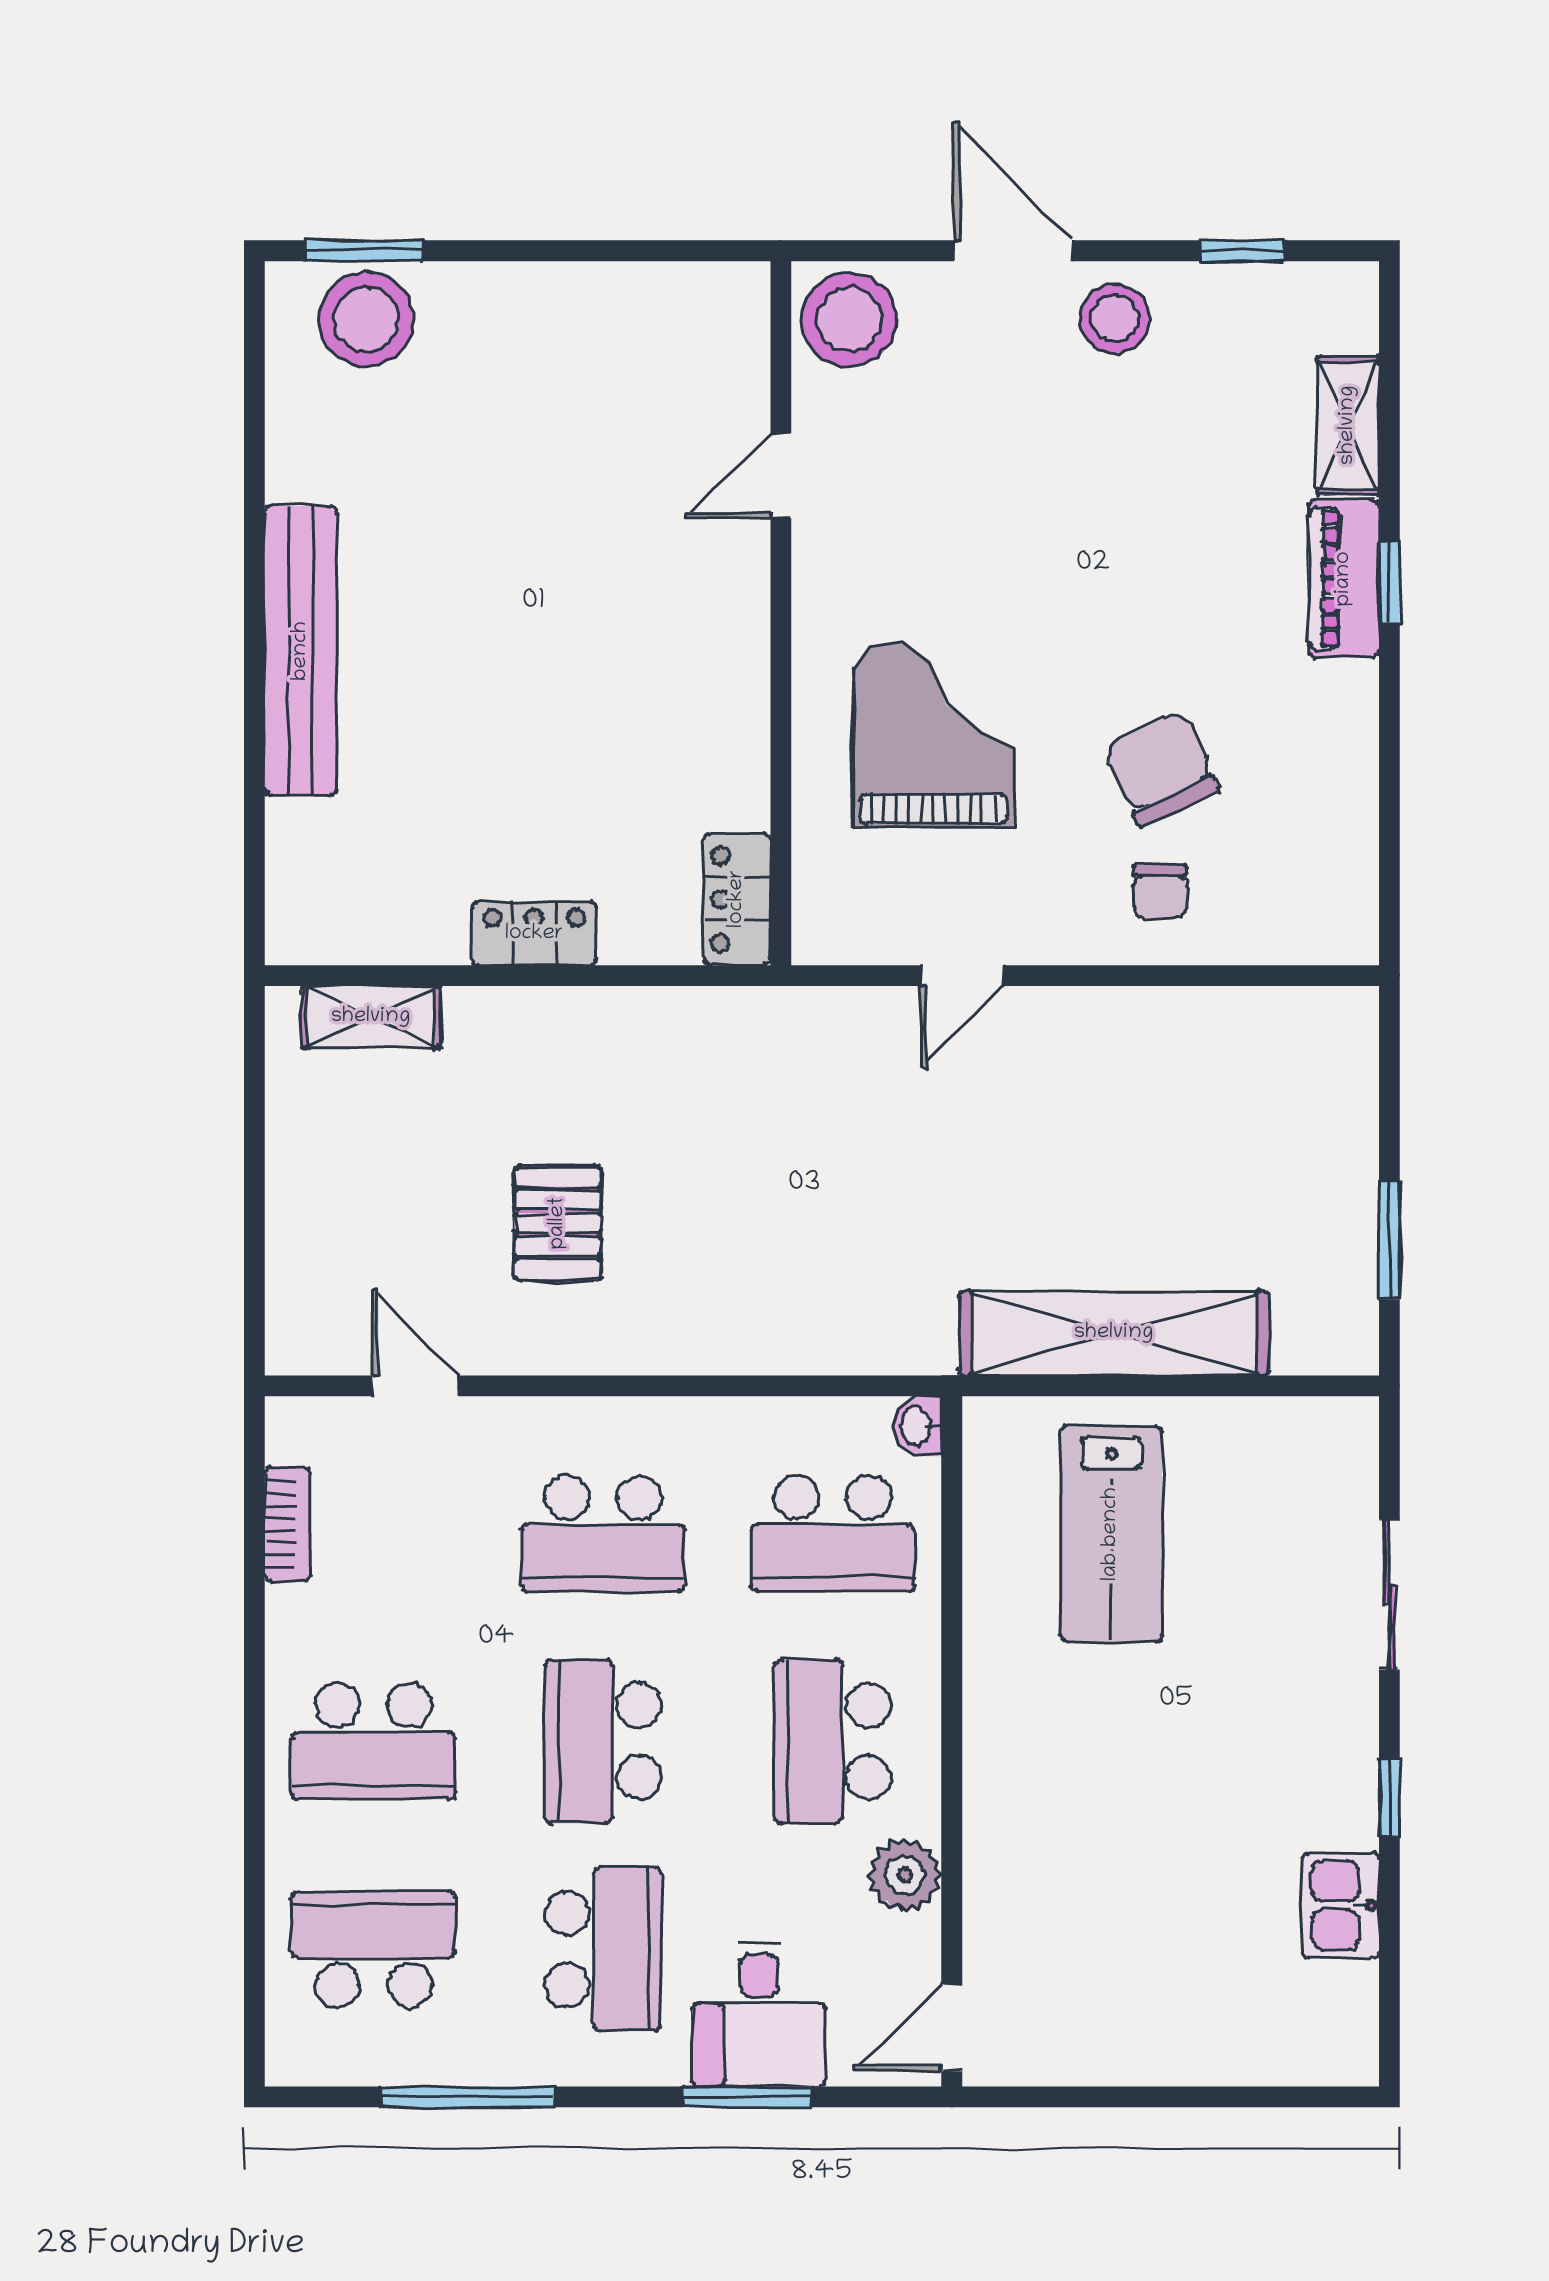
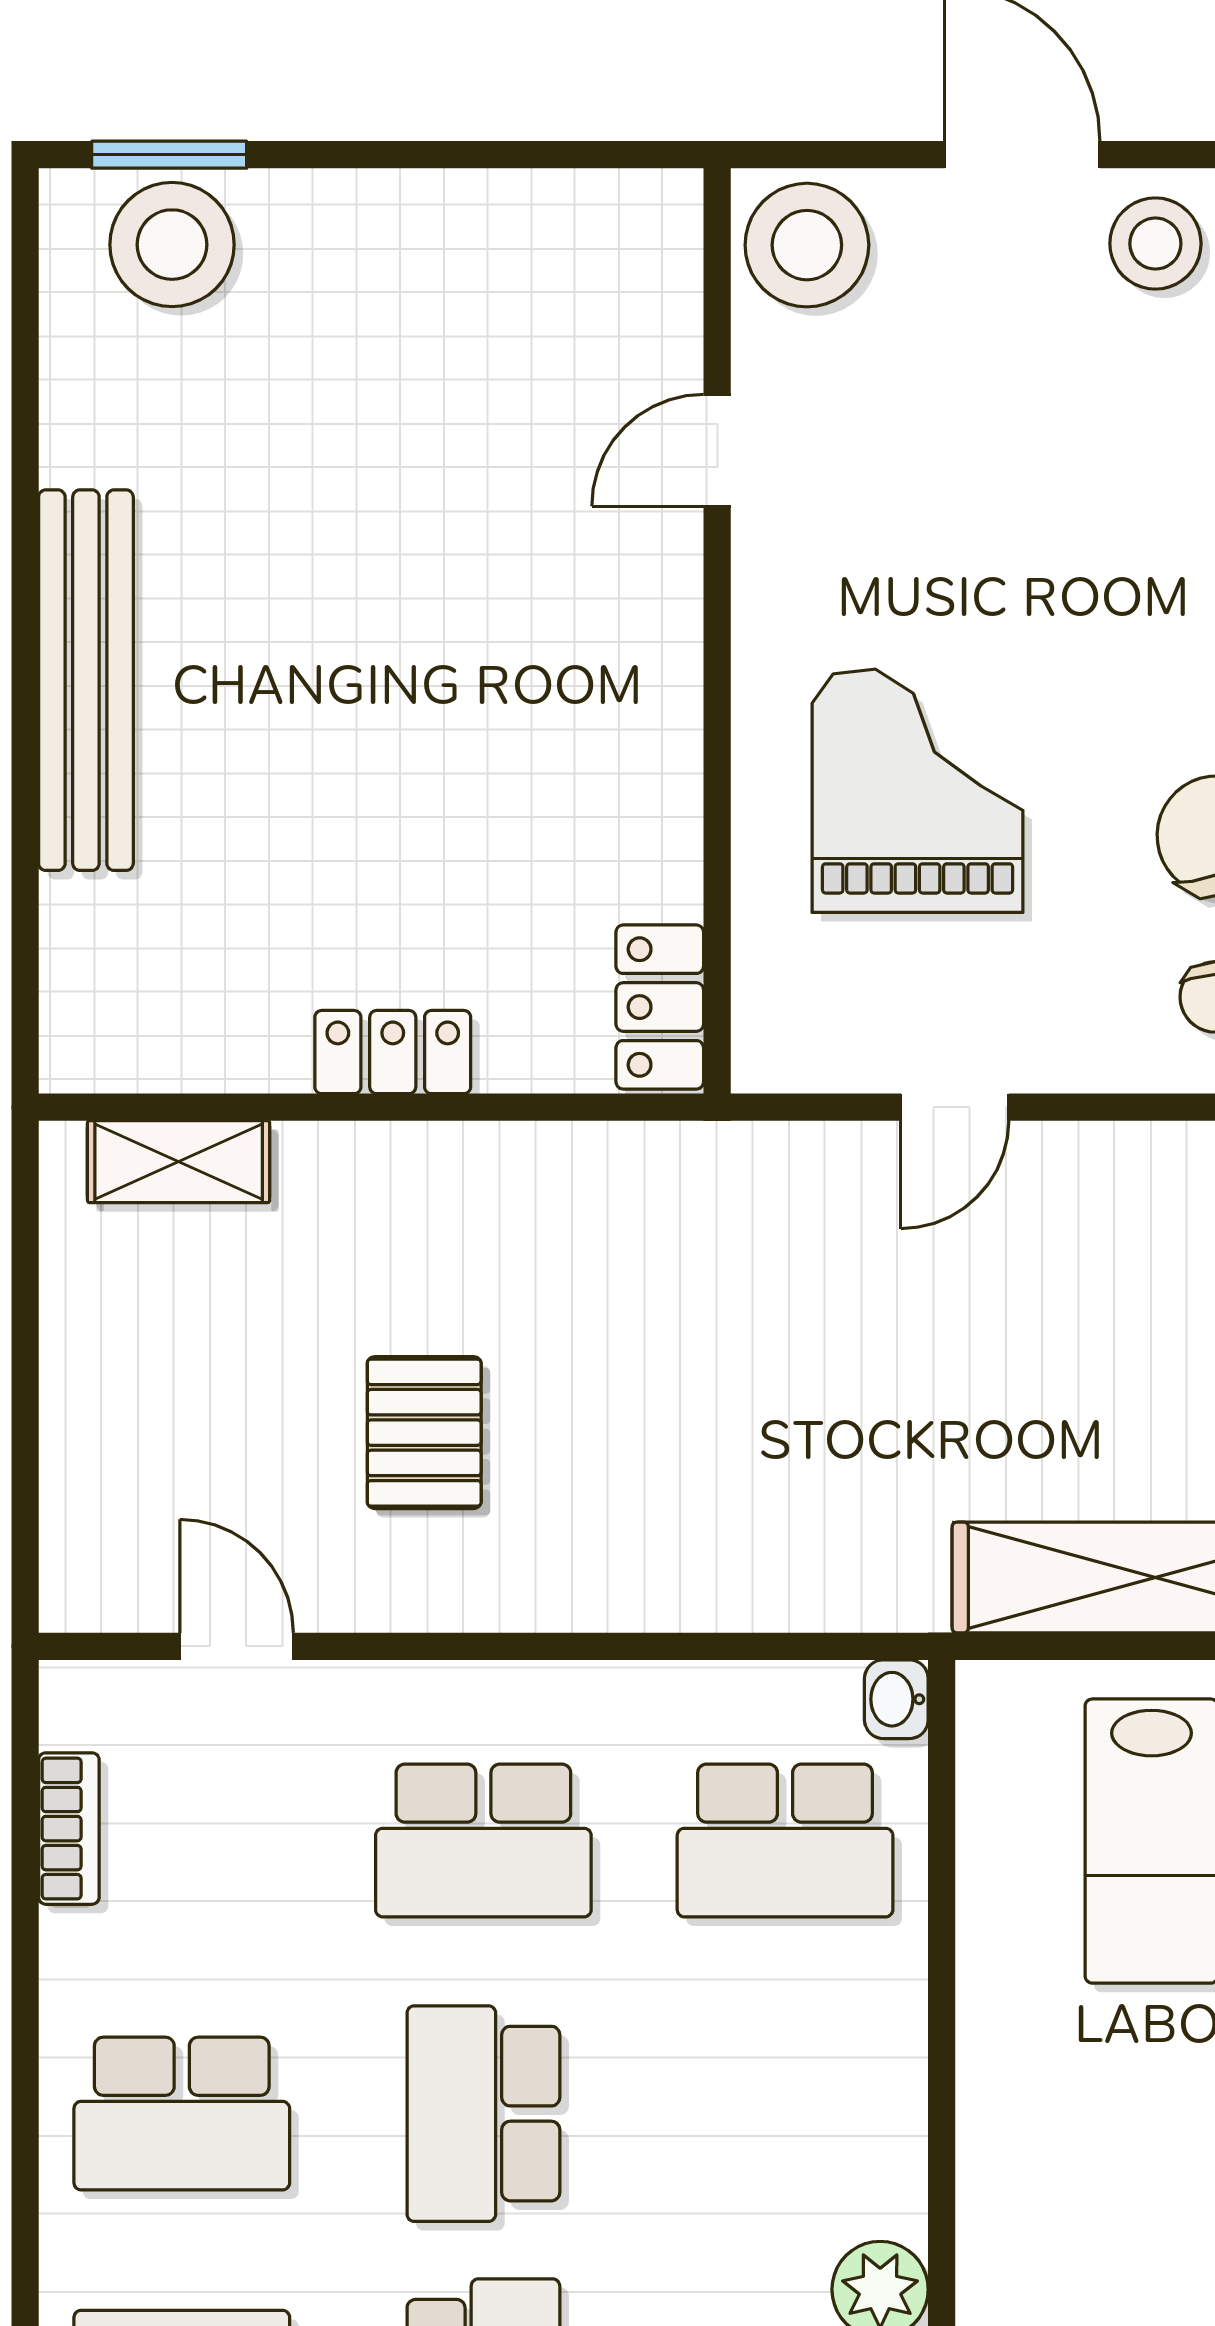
school desk: (833, 1741) -> (785, 2114), removed

